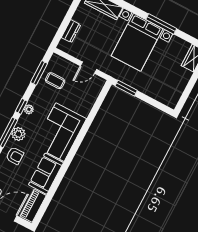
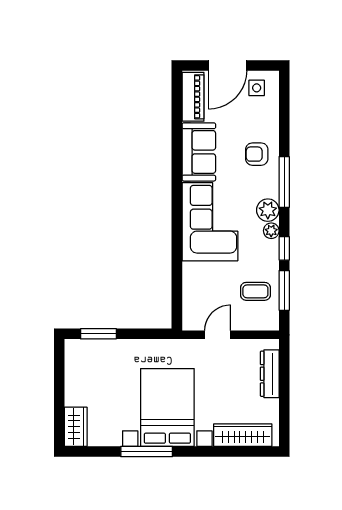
dresser: (71, 31) -> (270, 374), width x1.44
window: (126, 88) -> (98, 334), moved
window: (21, 106) -> (284, 248), moved
plant: (18, 134) -> (268, 210), moved

